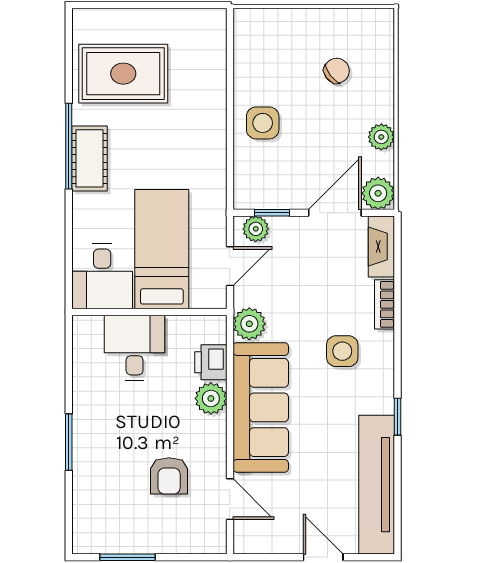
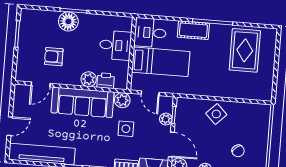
side table: (263, 123) -> (216, 114), turned 45
cot: (89, 158) -> (193, 30), moved
plant: (256, 229) -> (166, 119), moved
side table: (342, 351) -> (126, 129), moved
floor lamp: (92, 451) -> (68, 21), added

